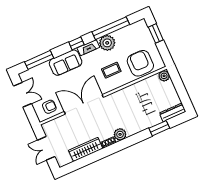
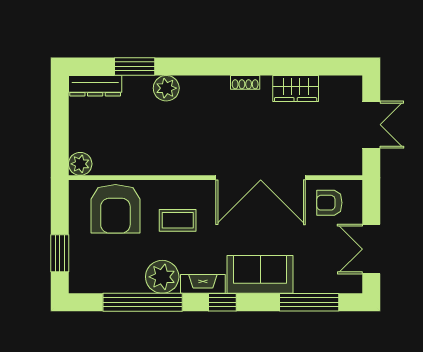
plant: (120, 134) -> (166, 88), moved
wardrobe: (86, 149) -> (296, 89), width x0.67

